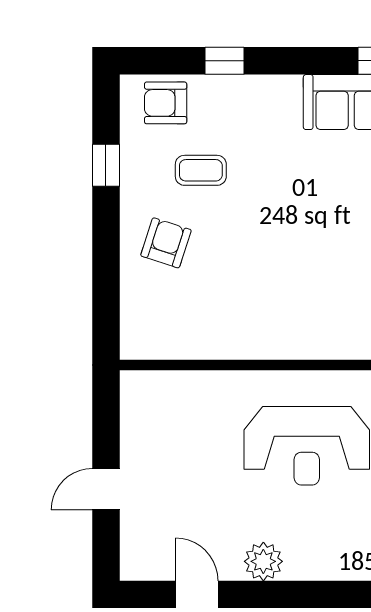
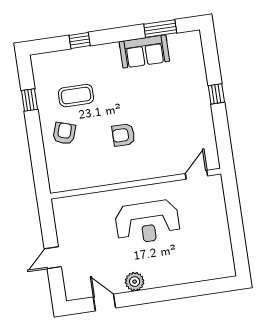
armchair: (166, 103) -> (123, 135), moved
coffee table: (201, 170) -> (76, 96), width x1.36, depth x1.30

